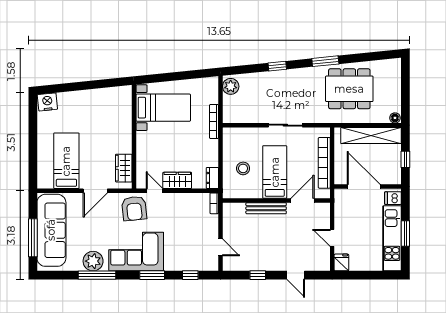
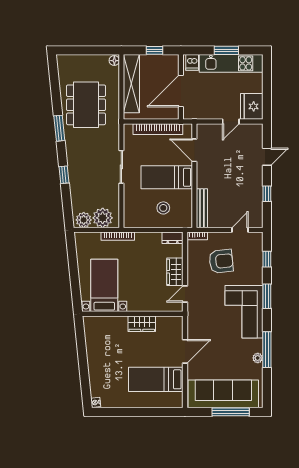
nightstand: (47, 102) -> (96, 402), width x0.53, depth x0.56
plant: (233, 106) -> (103, 218), added
wardrobe: (124, 168) -> (142, 324), moved
door: (95, 191) -> (185, 351), hinge flipped
armchair: (134, 208) -> (221, 261), moved
bench: (266, 208) -> (202, 208), moved
plant: (93, 261) -> (258, 358), width x0.53, depth x0.53
fridge: (341, 262) -> (252, 106), width x1.88, depth x1.34

